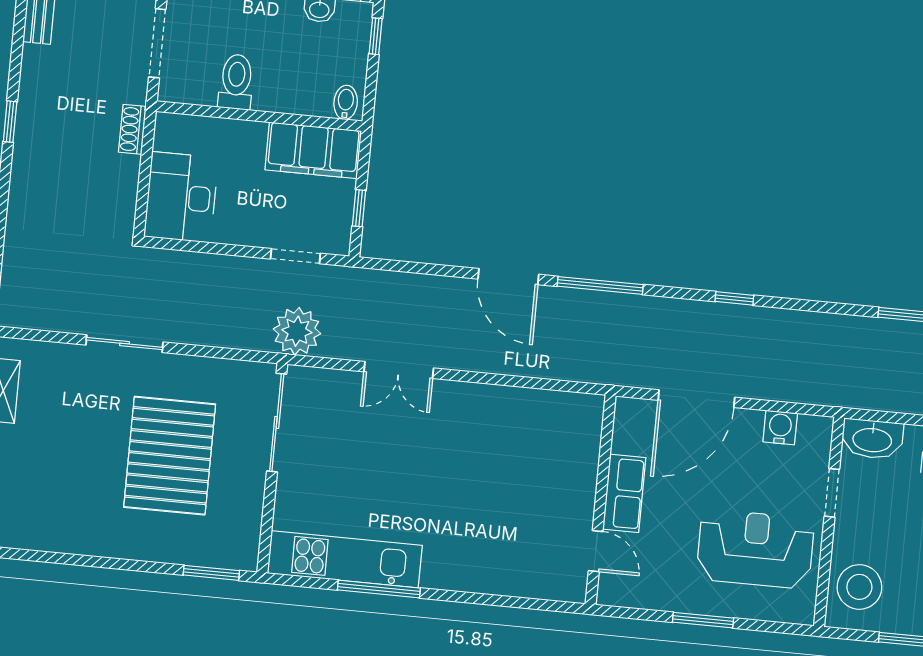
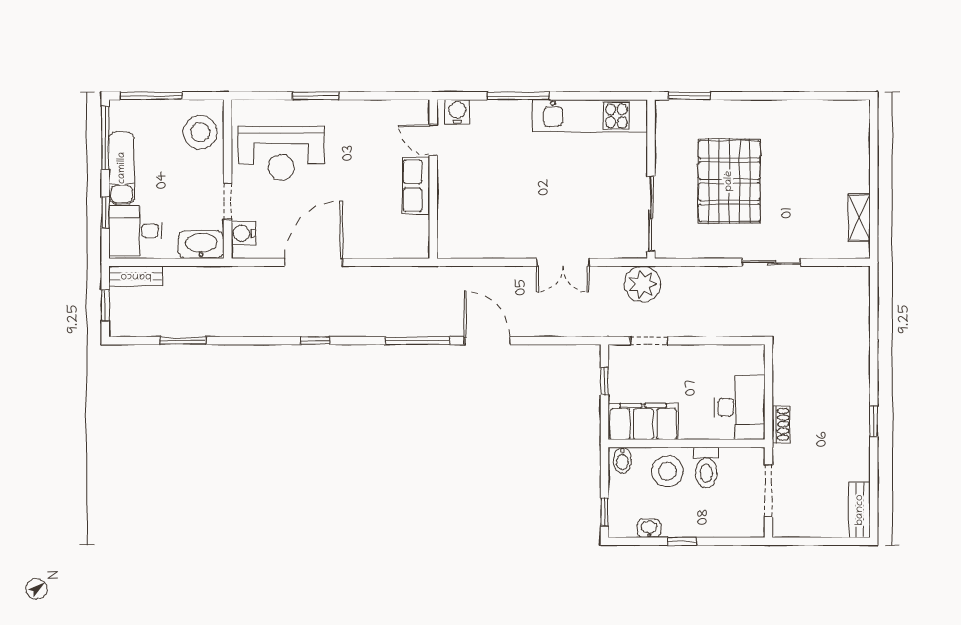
stool: (288, 82) -> (667, 471), added
desk: (181, 197) -> (739, 407), moved
double door: (399, 370) -> (563, 262), swing flipped
door: (696, 399) -> (314, 262), moved
water cooler: (780, 428) -> (243, 233), moved, turned 90
row of seats: (624, 493) -> (416, 186), moved
wall: (601, 500) -> (433, 179), moved
door: (596, 551) -> (433, 140), moved
water cooler: (518, 581) -> (457, 112), added
window: (379, 589) -> (518, 96), moved

